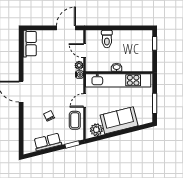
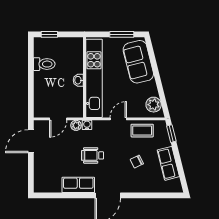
door: (66, 28) -> (31, 141), hinge flipped
toilet: (107, 39) -> (44, 64), moved
row of seats: (30, 44) -> (78, 185), moved
wheelchair: (54, 79) -> (92, 155), added
door: (84, 100) -> (118, 119), swing flipped
sofa: (119, 120) -> (138, 62), moved

